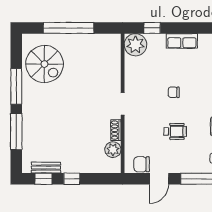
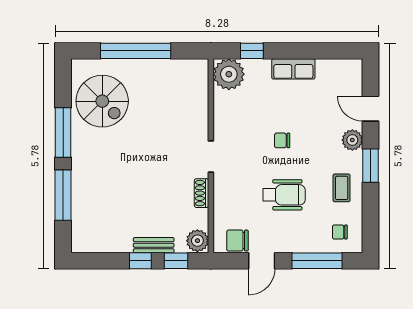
wheelchair: (175, 131) -> (284, 195), width x1.36, depth x1.37
plant: (113, 150) -> (197, 241), moved
bench: (46, 168) -> (154, 245), moved
window: (44, 179) -> (176, 261), moved

